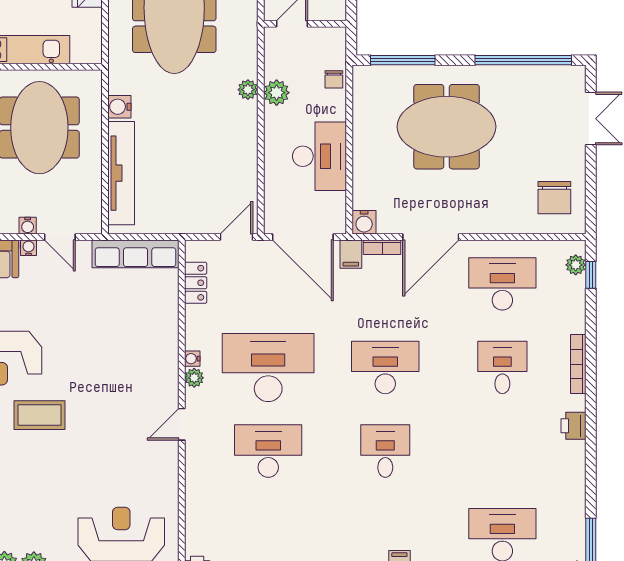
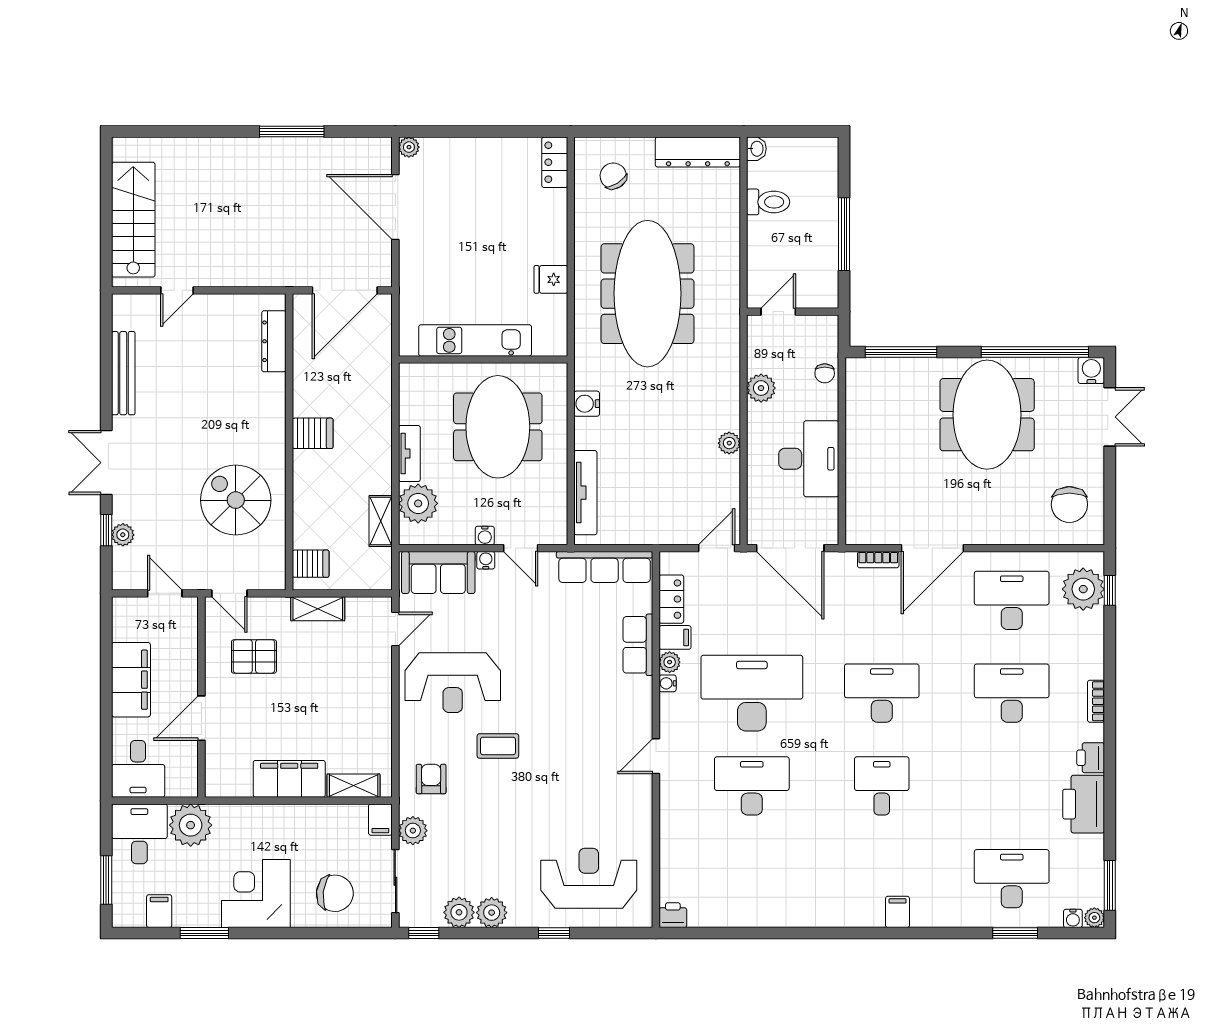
plant: (248, 90) -> (729, 443), moved
meeting table: (447, 127) -> (987, 415), moved, turned 90
tv unit: (121, 173) -> (585, 493), width x0.73, depth x0.78
water cooler: (364, 222) -> (1091, 370), moved, turned 180
filing cabinet: (351, 254) -> (675, 637), moved, turned -90
plant: (576, 265) -> (1083, 589), width x1.87, depth x1.87
row of seats: (166, 324) -> (638, 645), added
bookcase: (578, 364) -> (1096, 701), width x0.64
desk: (502, 367) -> (1012, 693), width x1.37
plant: (194, 378) -> (670, 662), moved
coffee table: (39, 415) -> (498, 746), width x0.73, depth x0.77
printer: (567, 467) -> (1084, 804), added

